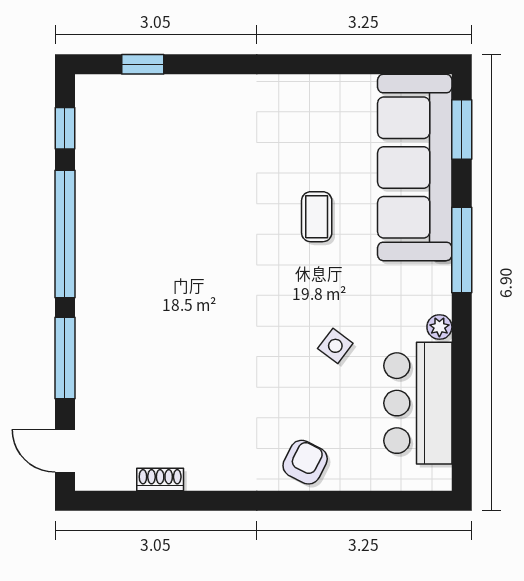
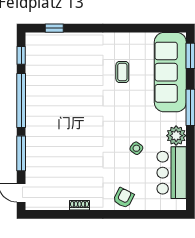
coffee table: (317, 217) -> (122, 72), moved
plant: (439, 327) -> (176, 136), width x1.87, depth x1.87
shoe rack: (160, 479) -> (80, 205), moved

